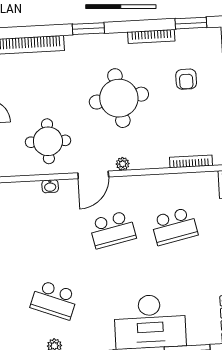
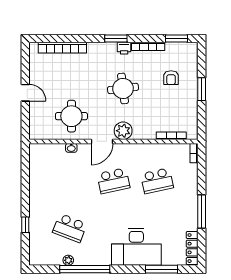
window: (88, 29) -> (116, 38), moved
printer: (117, 41) -> (124, 48), added
round table: (119, 98) -> (123, 88), width x0.73, depth x0.73
plant: (123, 164) -> (123, 131), width x1.87, depth x1.87

